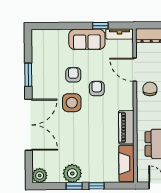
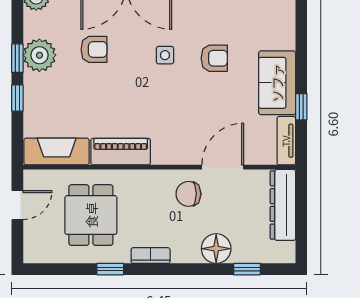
armchair: (97, 89) -> (94, 49), moved
chair: (150, 89) -> (188, 194), turned 180
side table: (72, 103) -> (165, 55), width x0.54, depth x0.54

